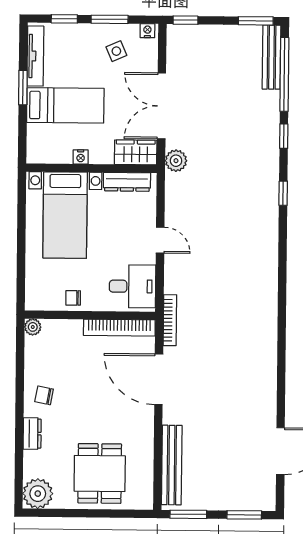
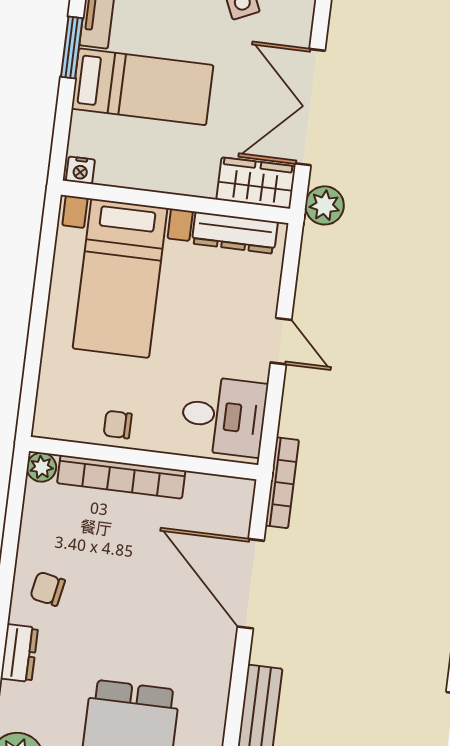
nightstand: (81, 157) -> (80, 170), moved
bookcase: (119, 328) -> (121, 477), moved

